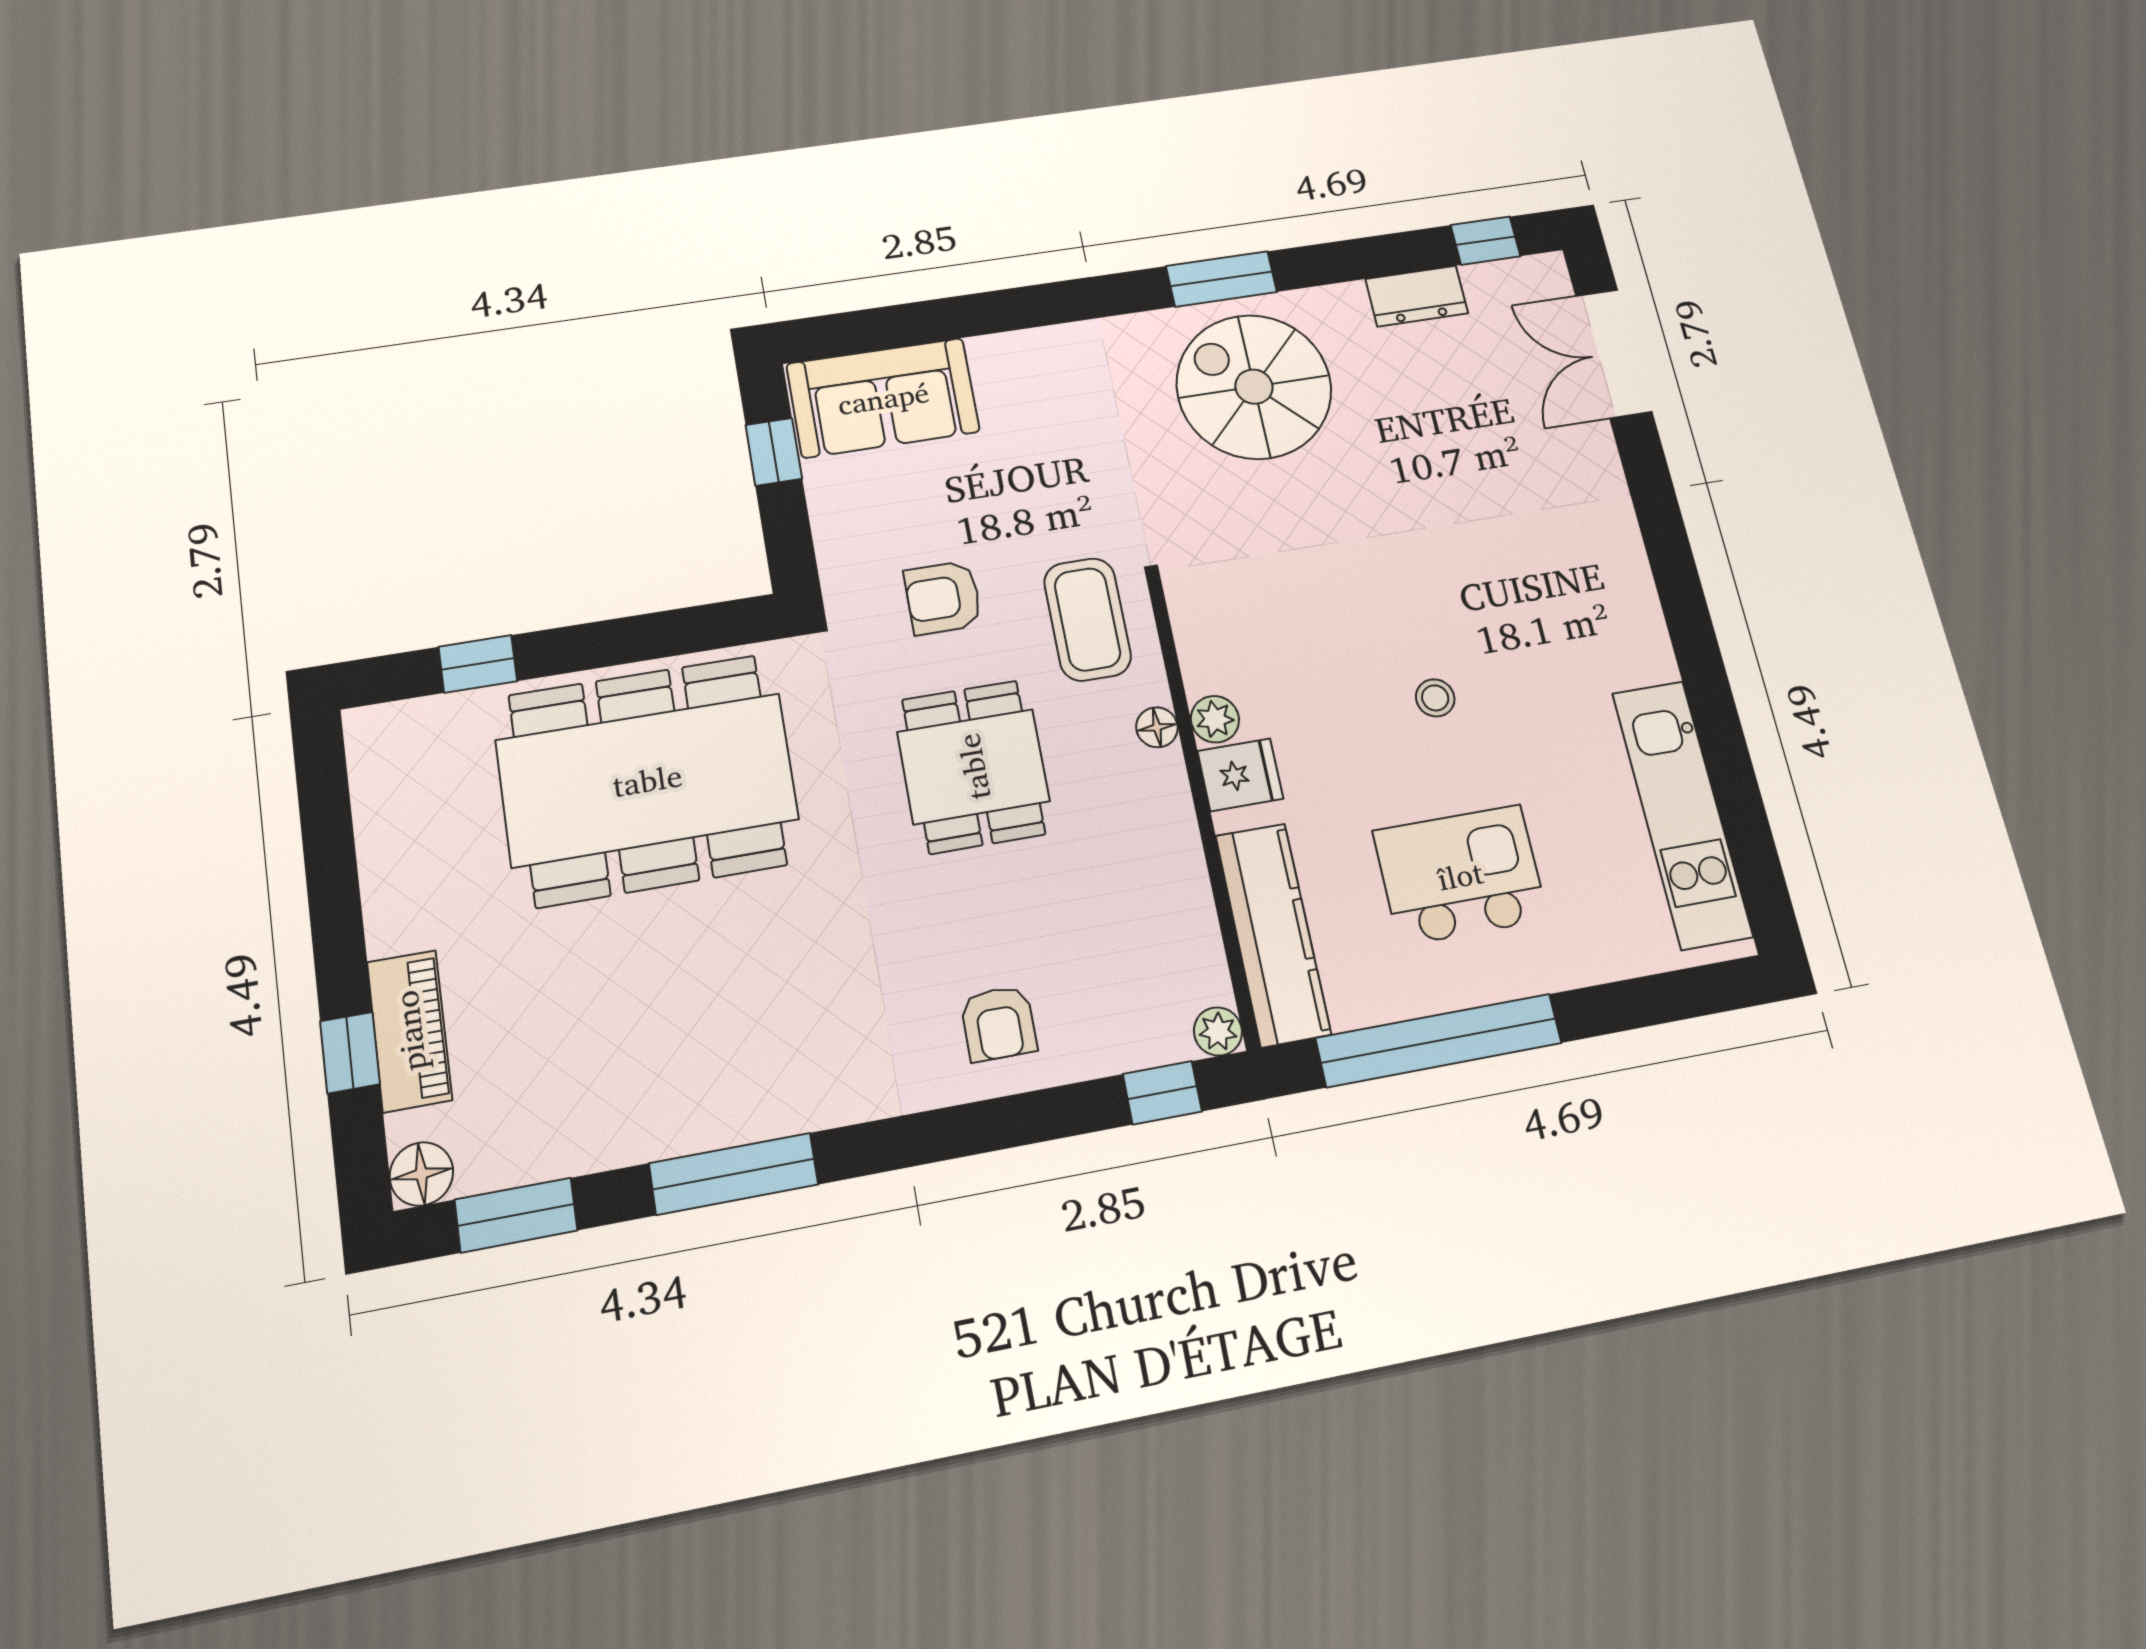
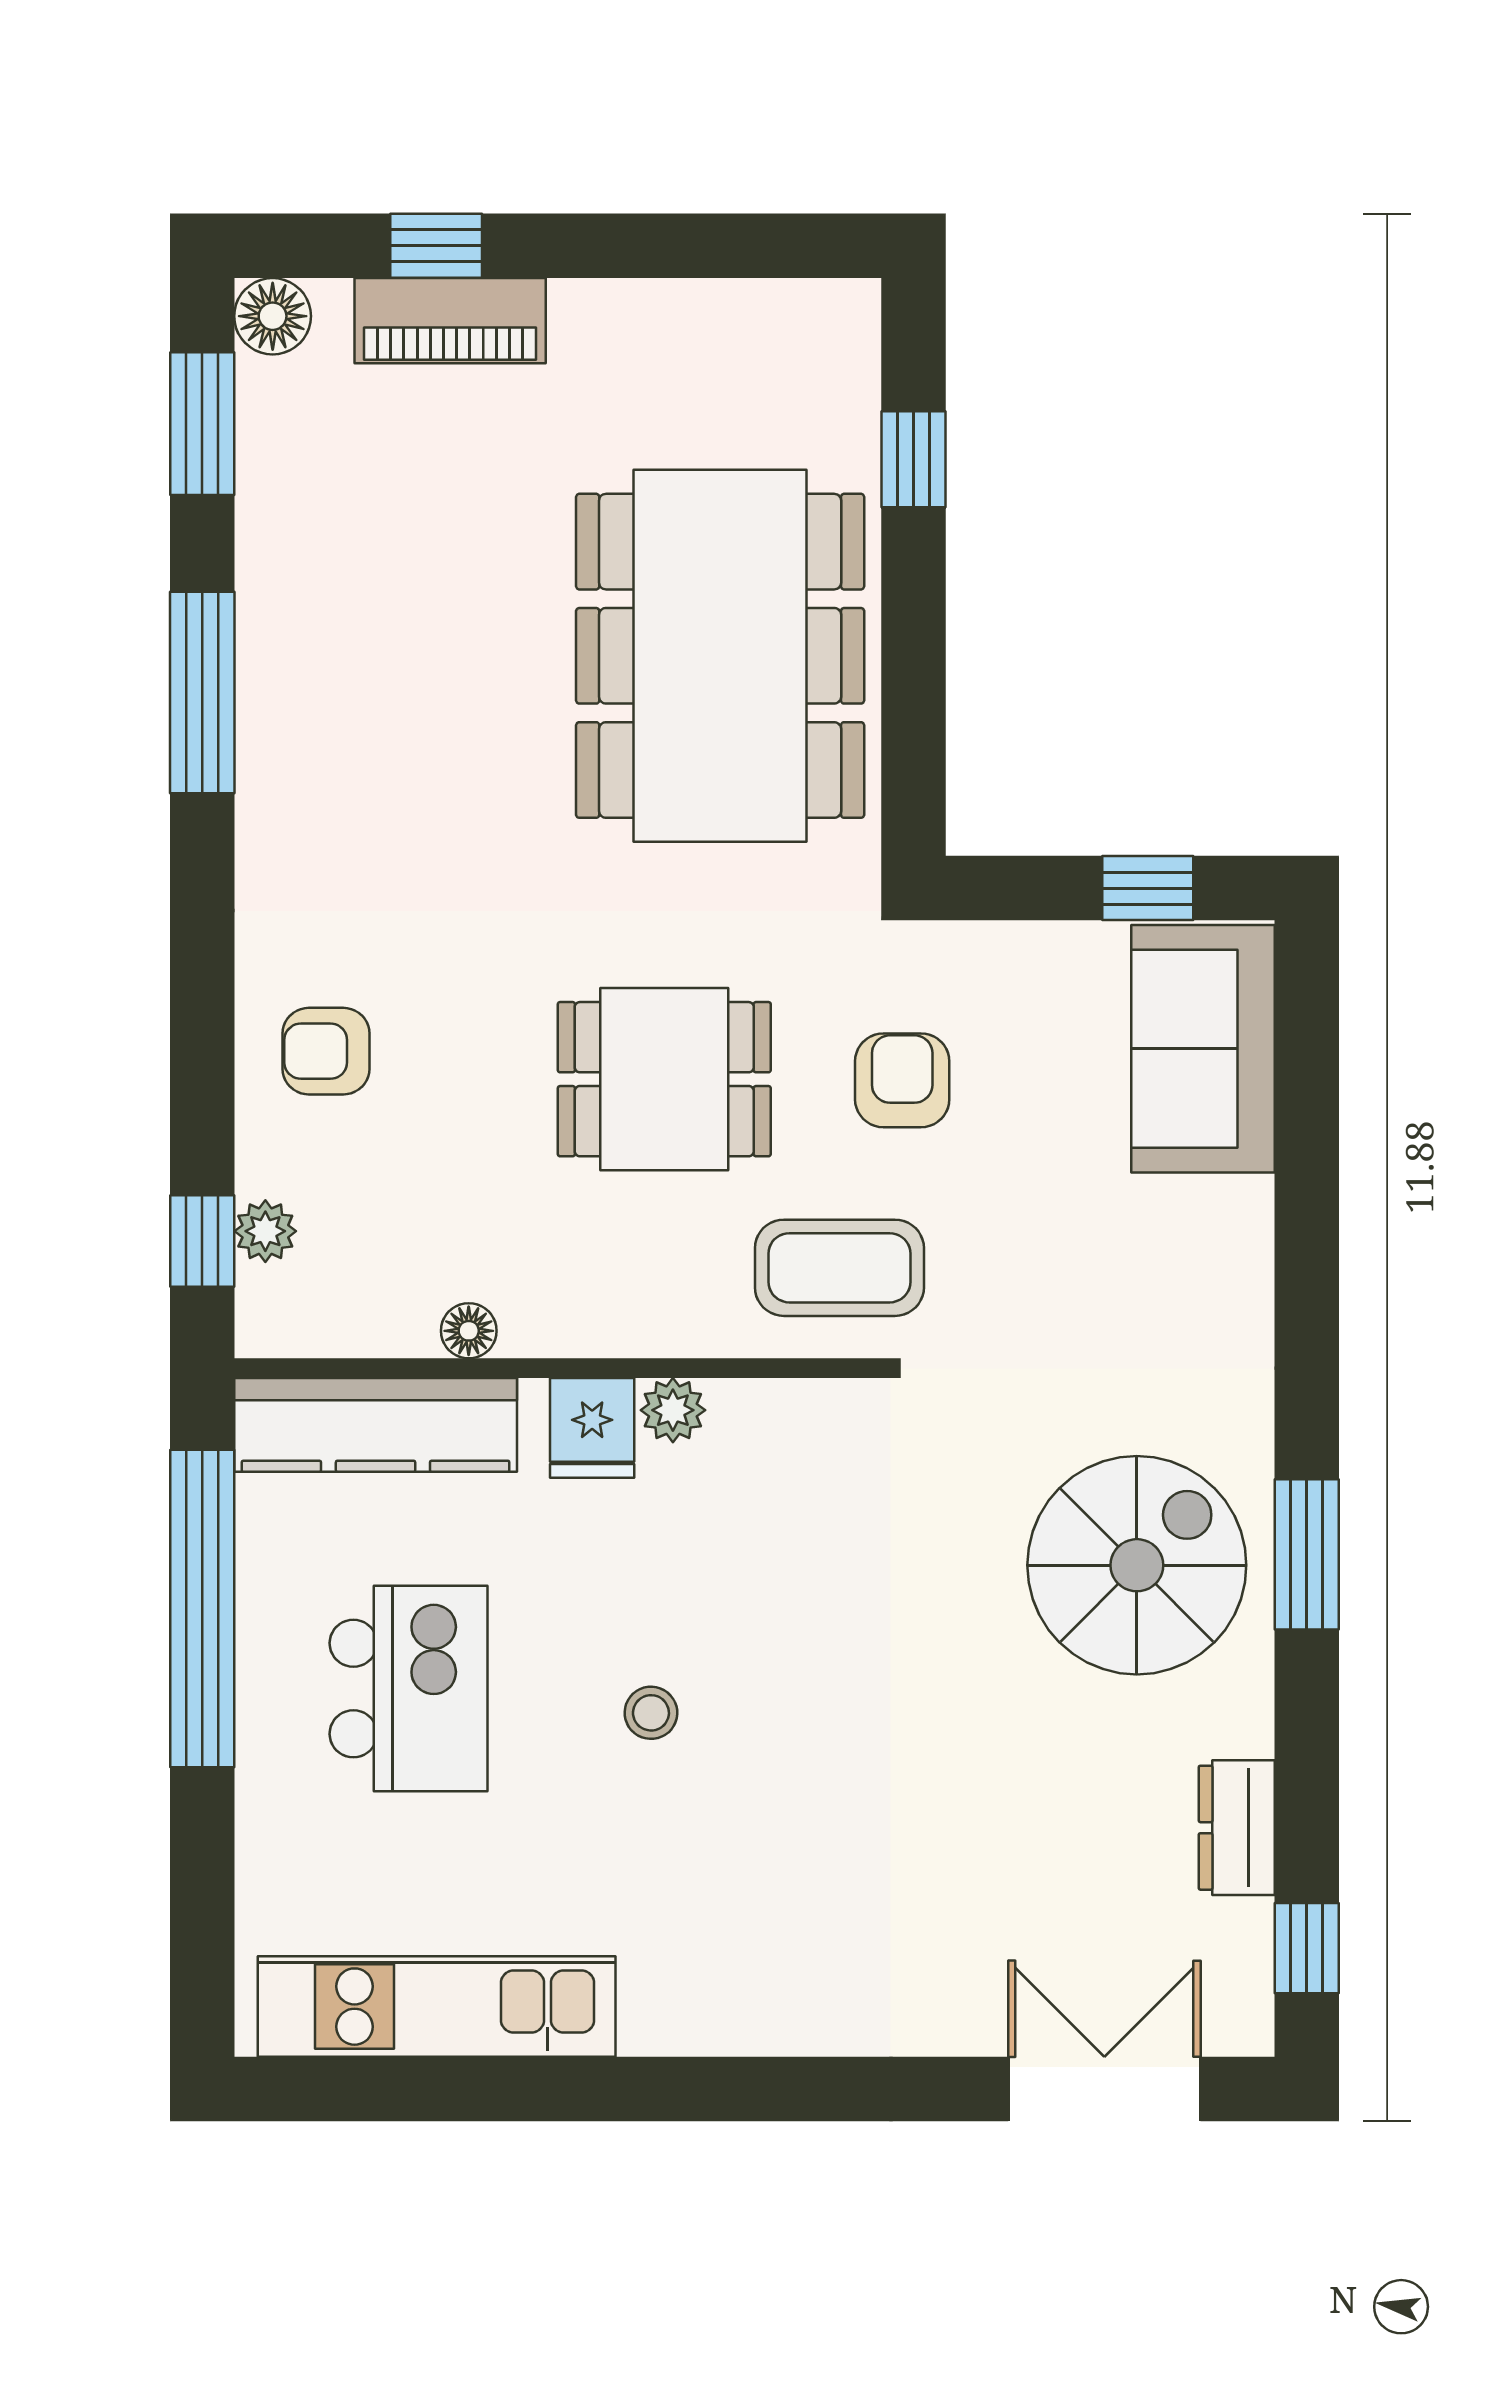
floor lamp: (1157, 727) -> (469, 1331), moved
plant: (1218, 1031) -> (265, 1231), moved

